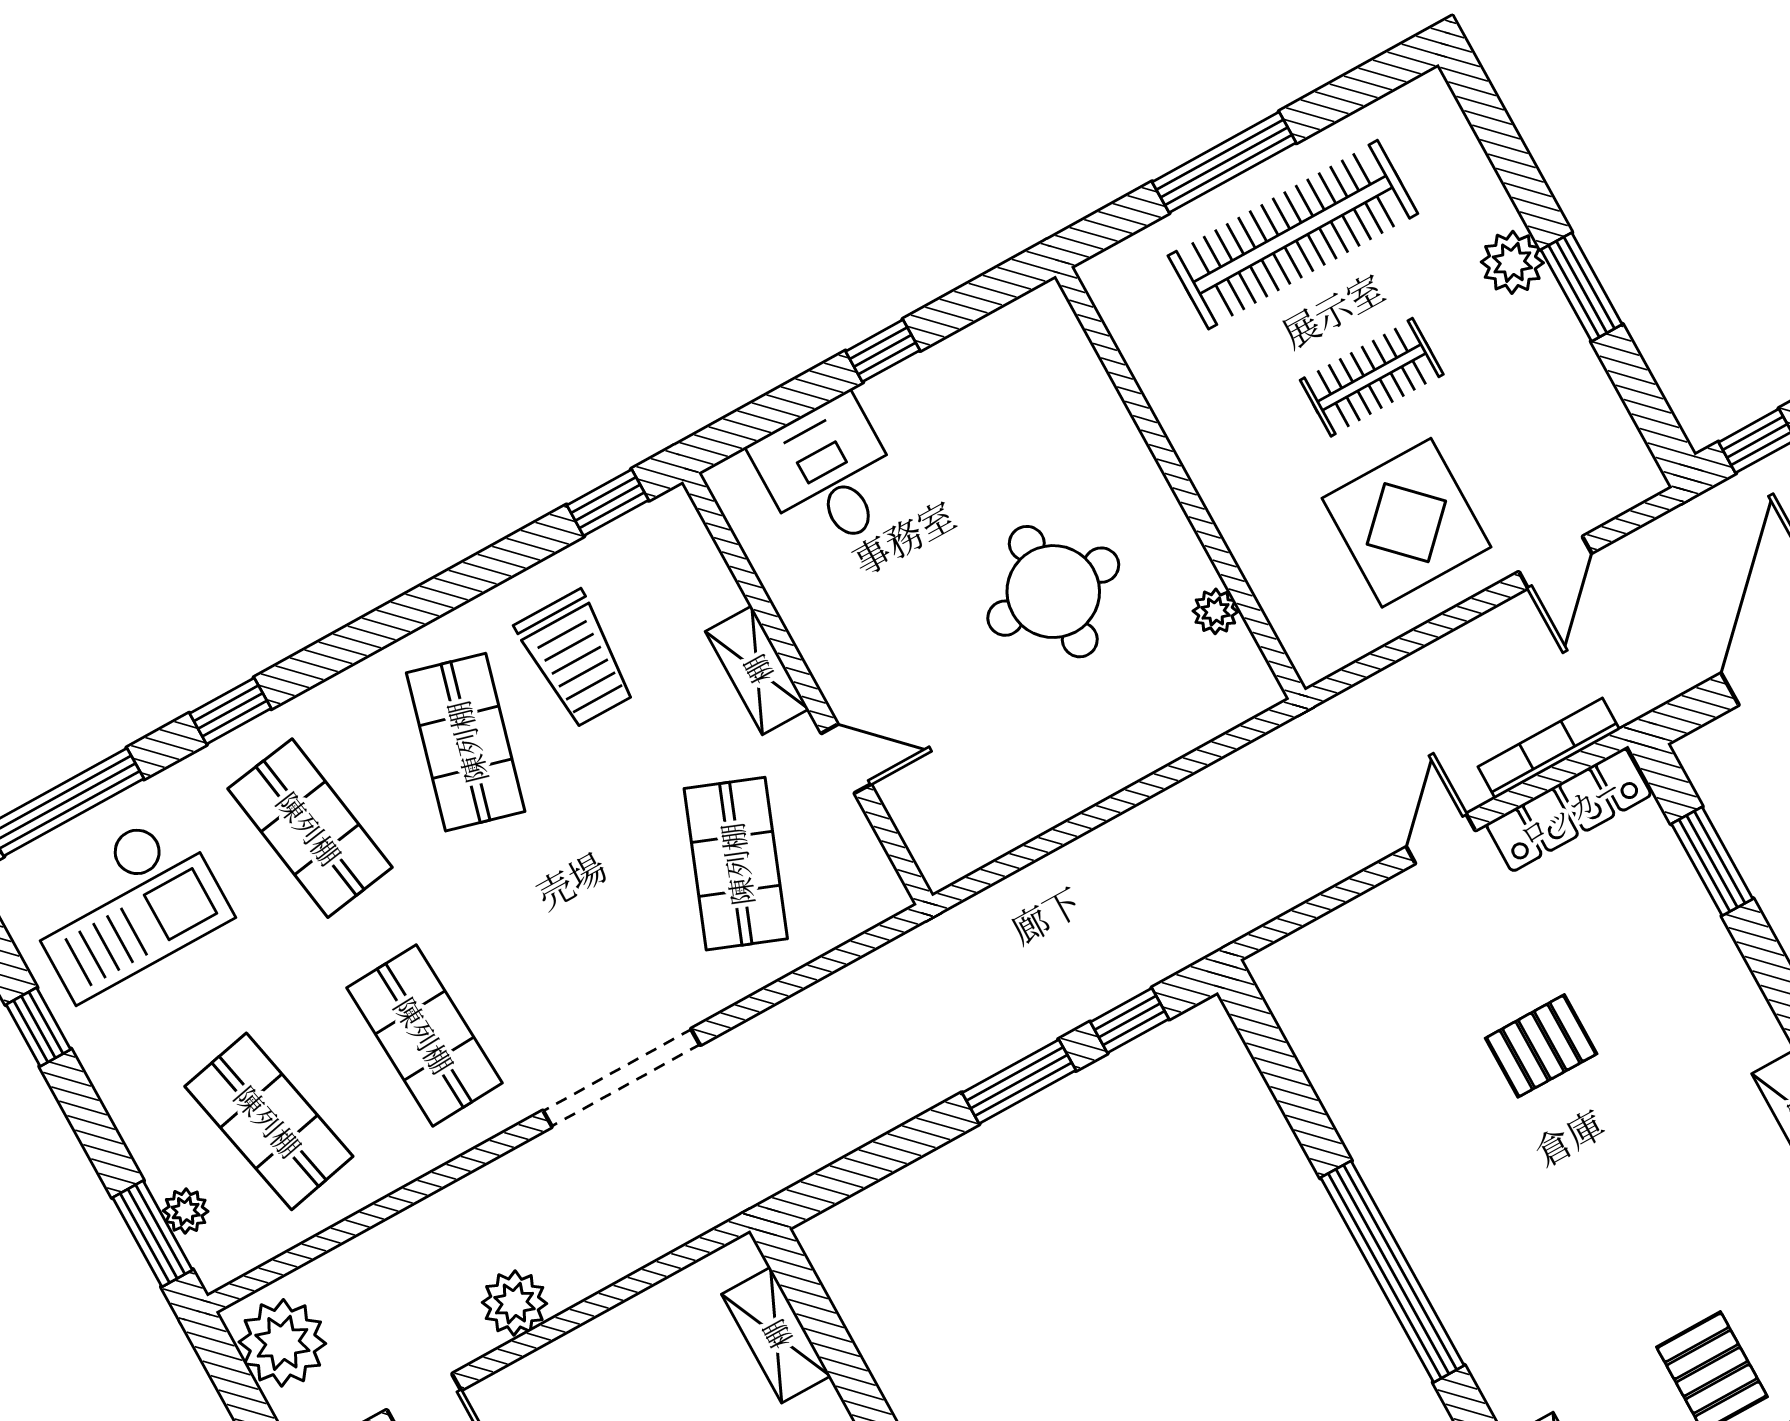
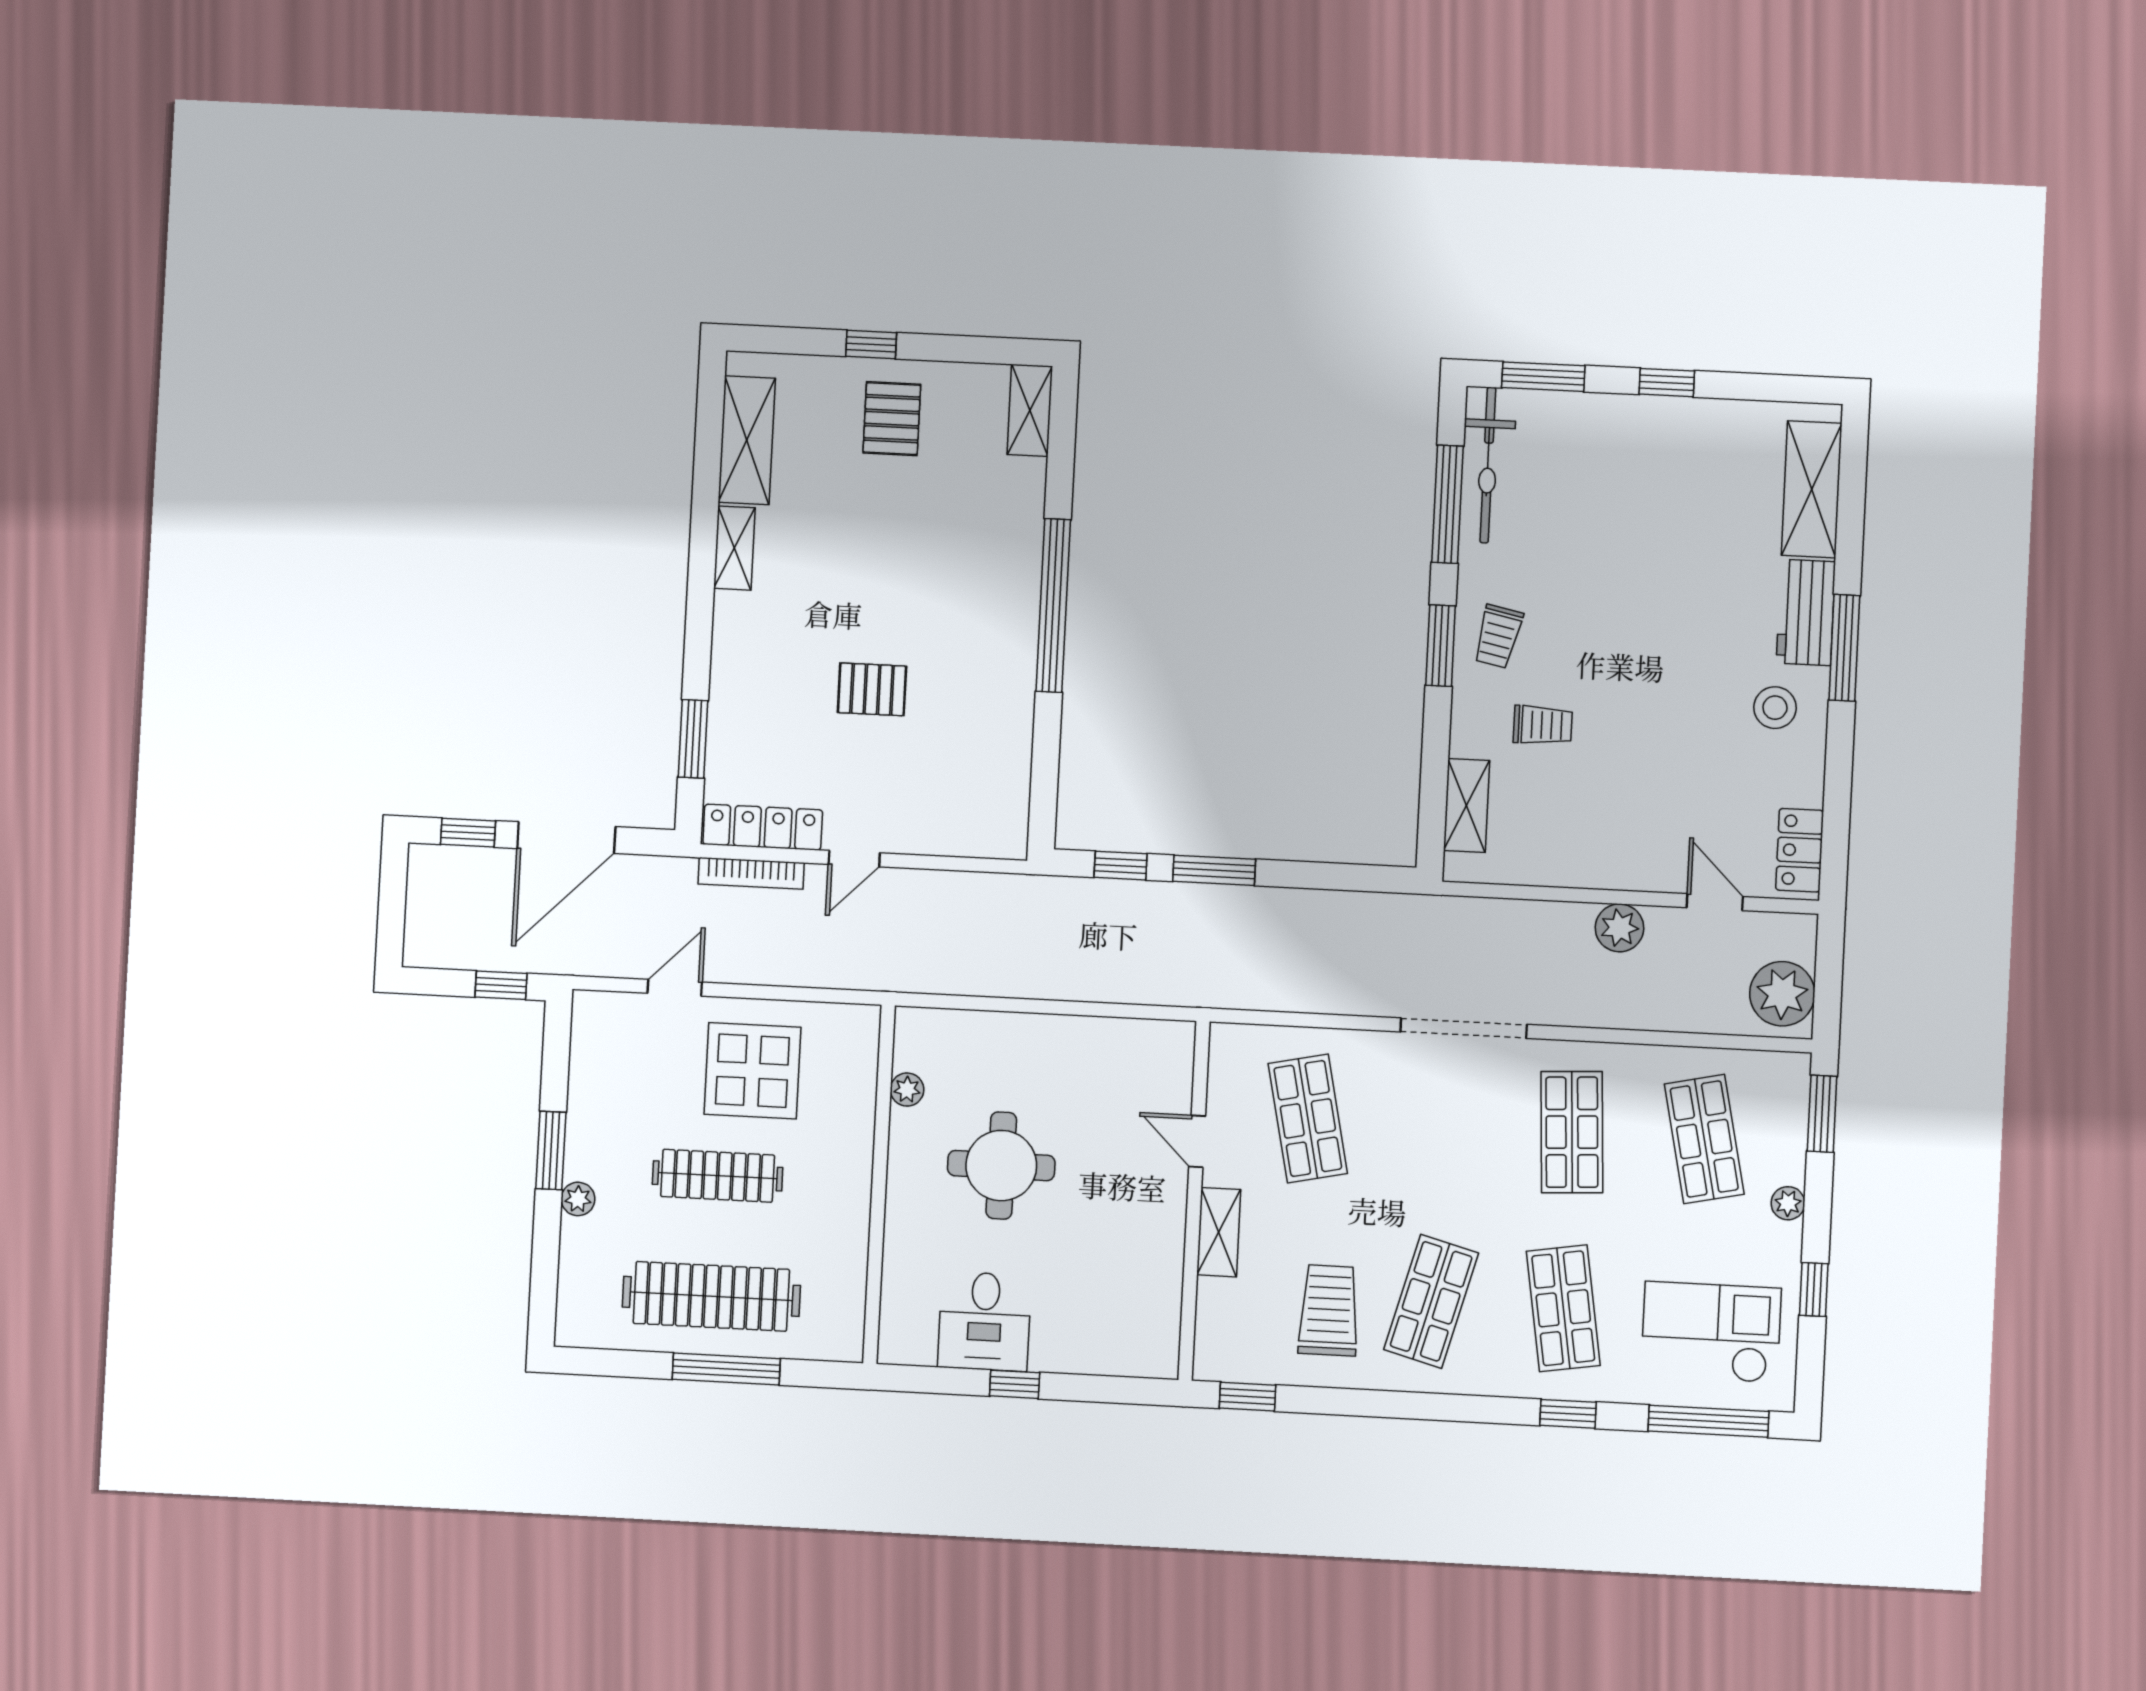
plant: (1512, 262) -> (578, 1199), width x0.73, depth x0.73
clothes rail: (1372, 377) -> (718, 1176), width x1.36
desk: (829, 475) -> (984, 1321), moved
shop shelf: (736, 864) -> (1308, 1118), turned -33
plant: (186, 1211) -> (1788, 1203), moved

